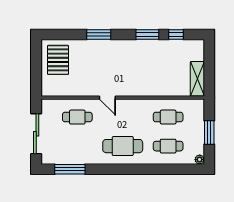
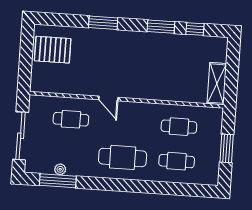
pallet: (58, 60) -> (53, 50), turned 90
plant: (200, 160) -> (60, 169), moved

